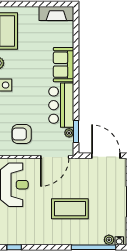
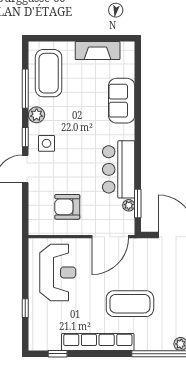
fireplace: (56, 14) -> (98, 51), moved
sofa: (64, 65) -> (122, 101), moved
row of seats: (45, 238) -> (98, 342), added

